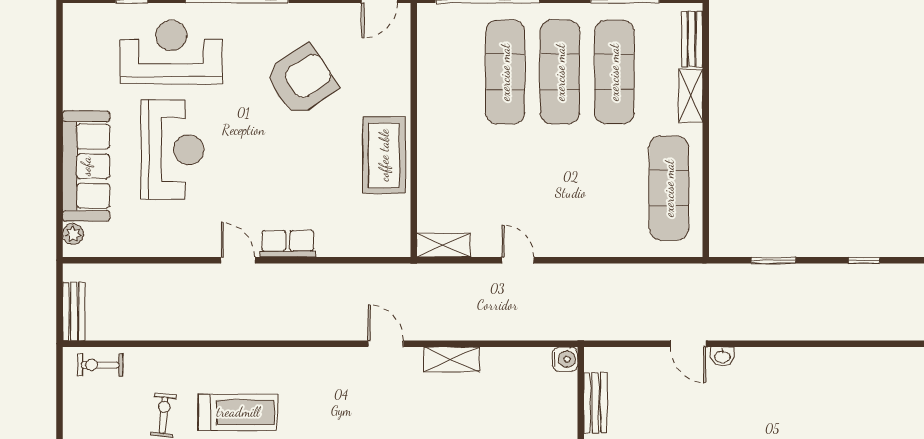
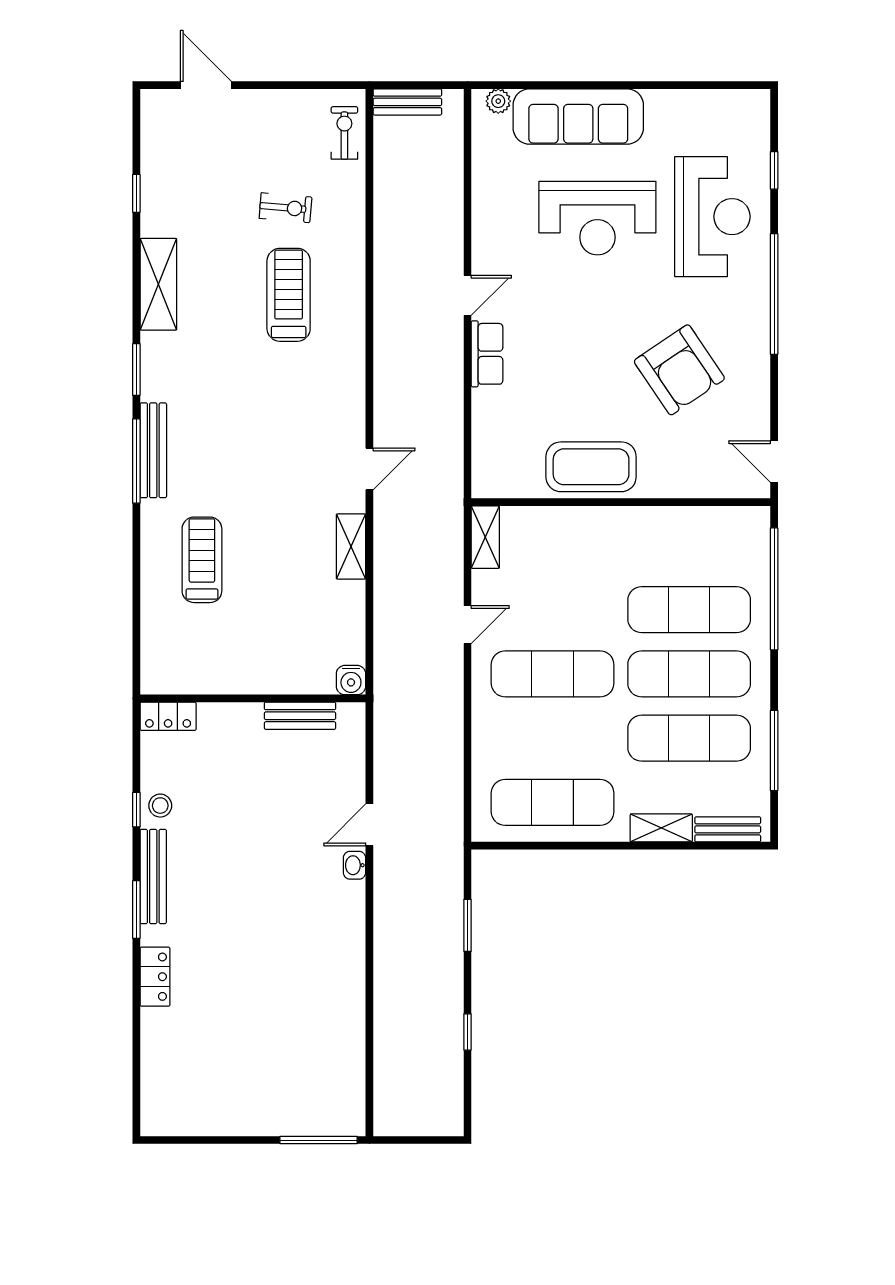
exercise mat: (560, 188) -> (553, 674), added
treadmill: (238, 412) -> (289, 295), turned 180

